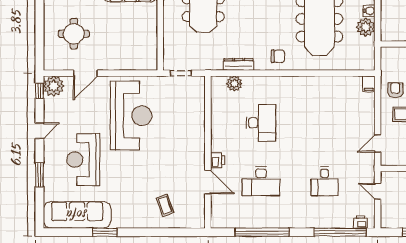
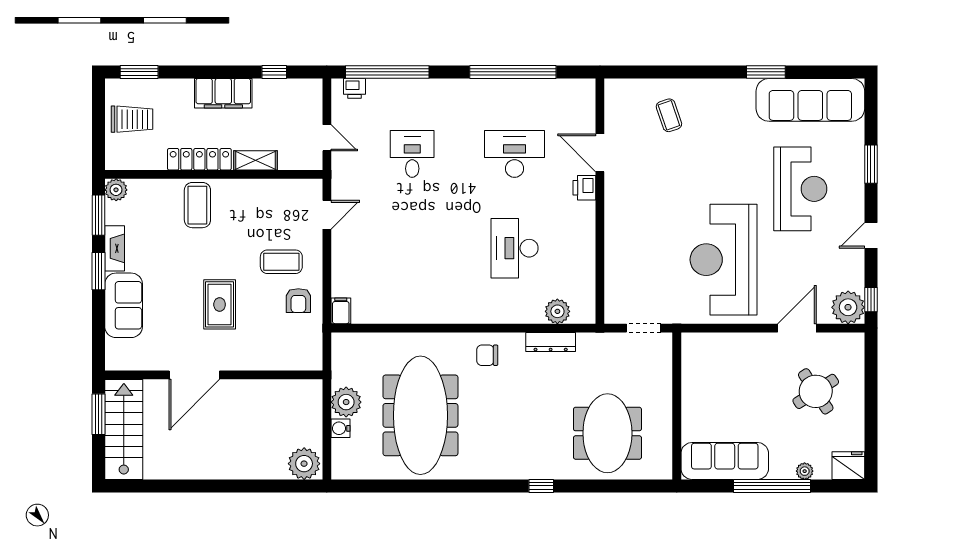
round table: (74, 34) -> (816, 391), turned -33

